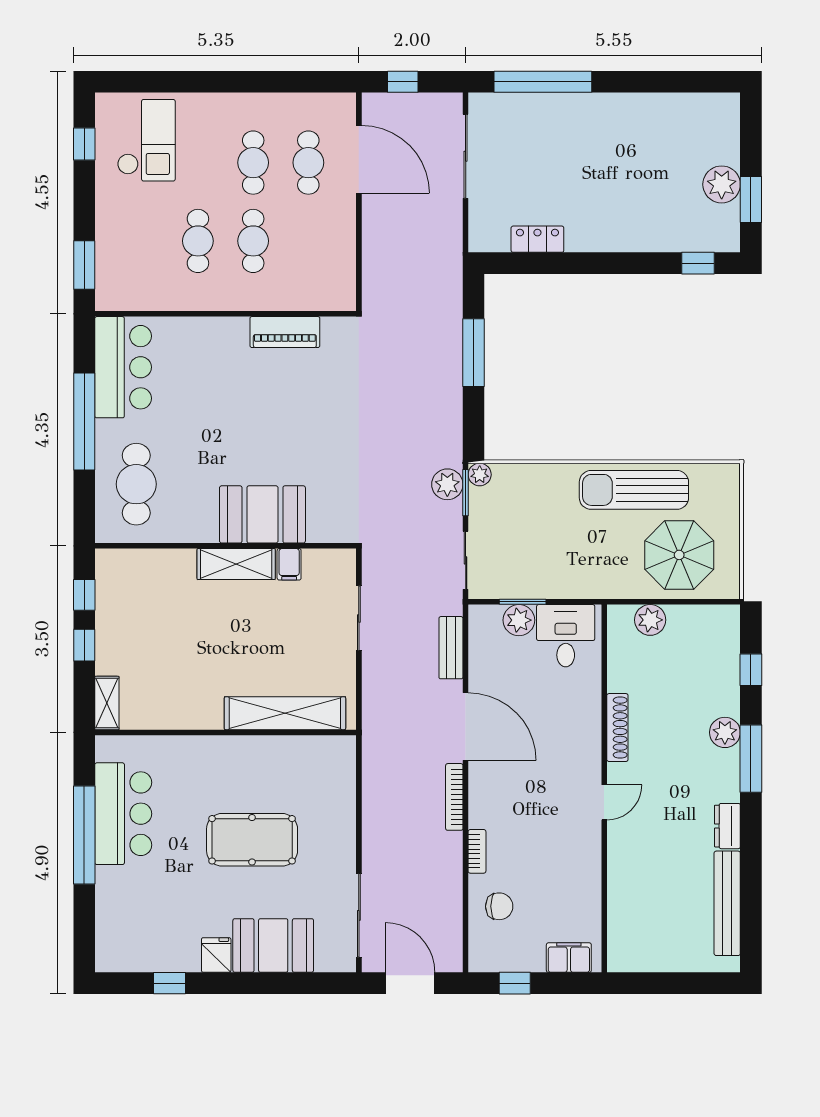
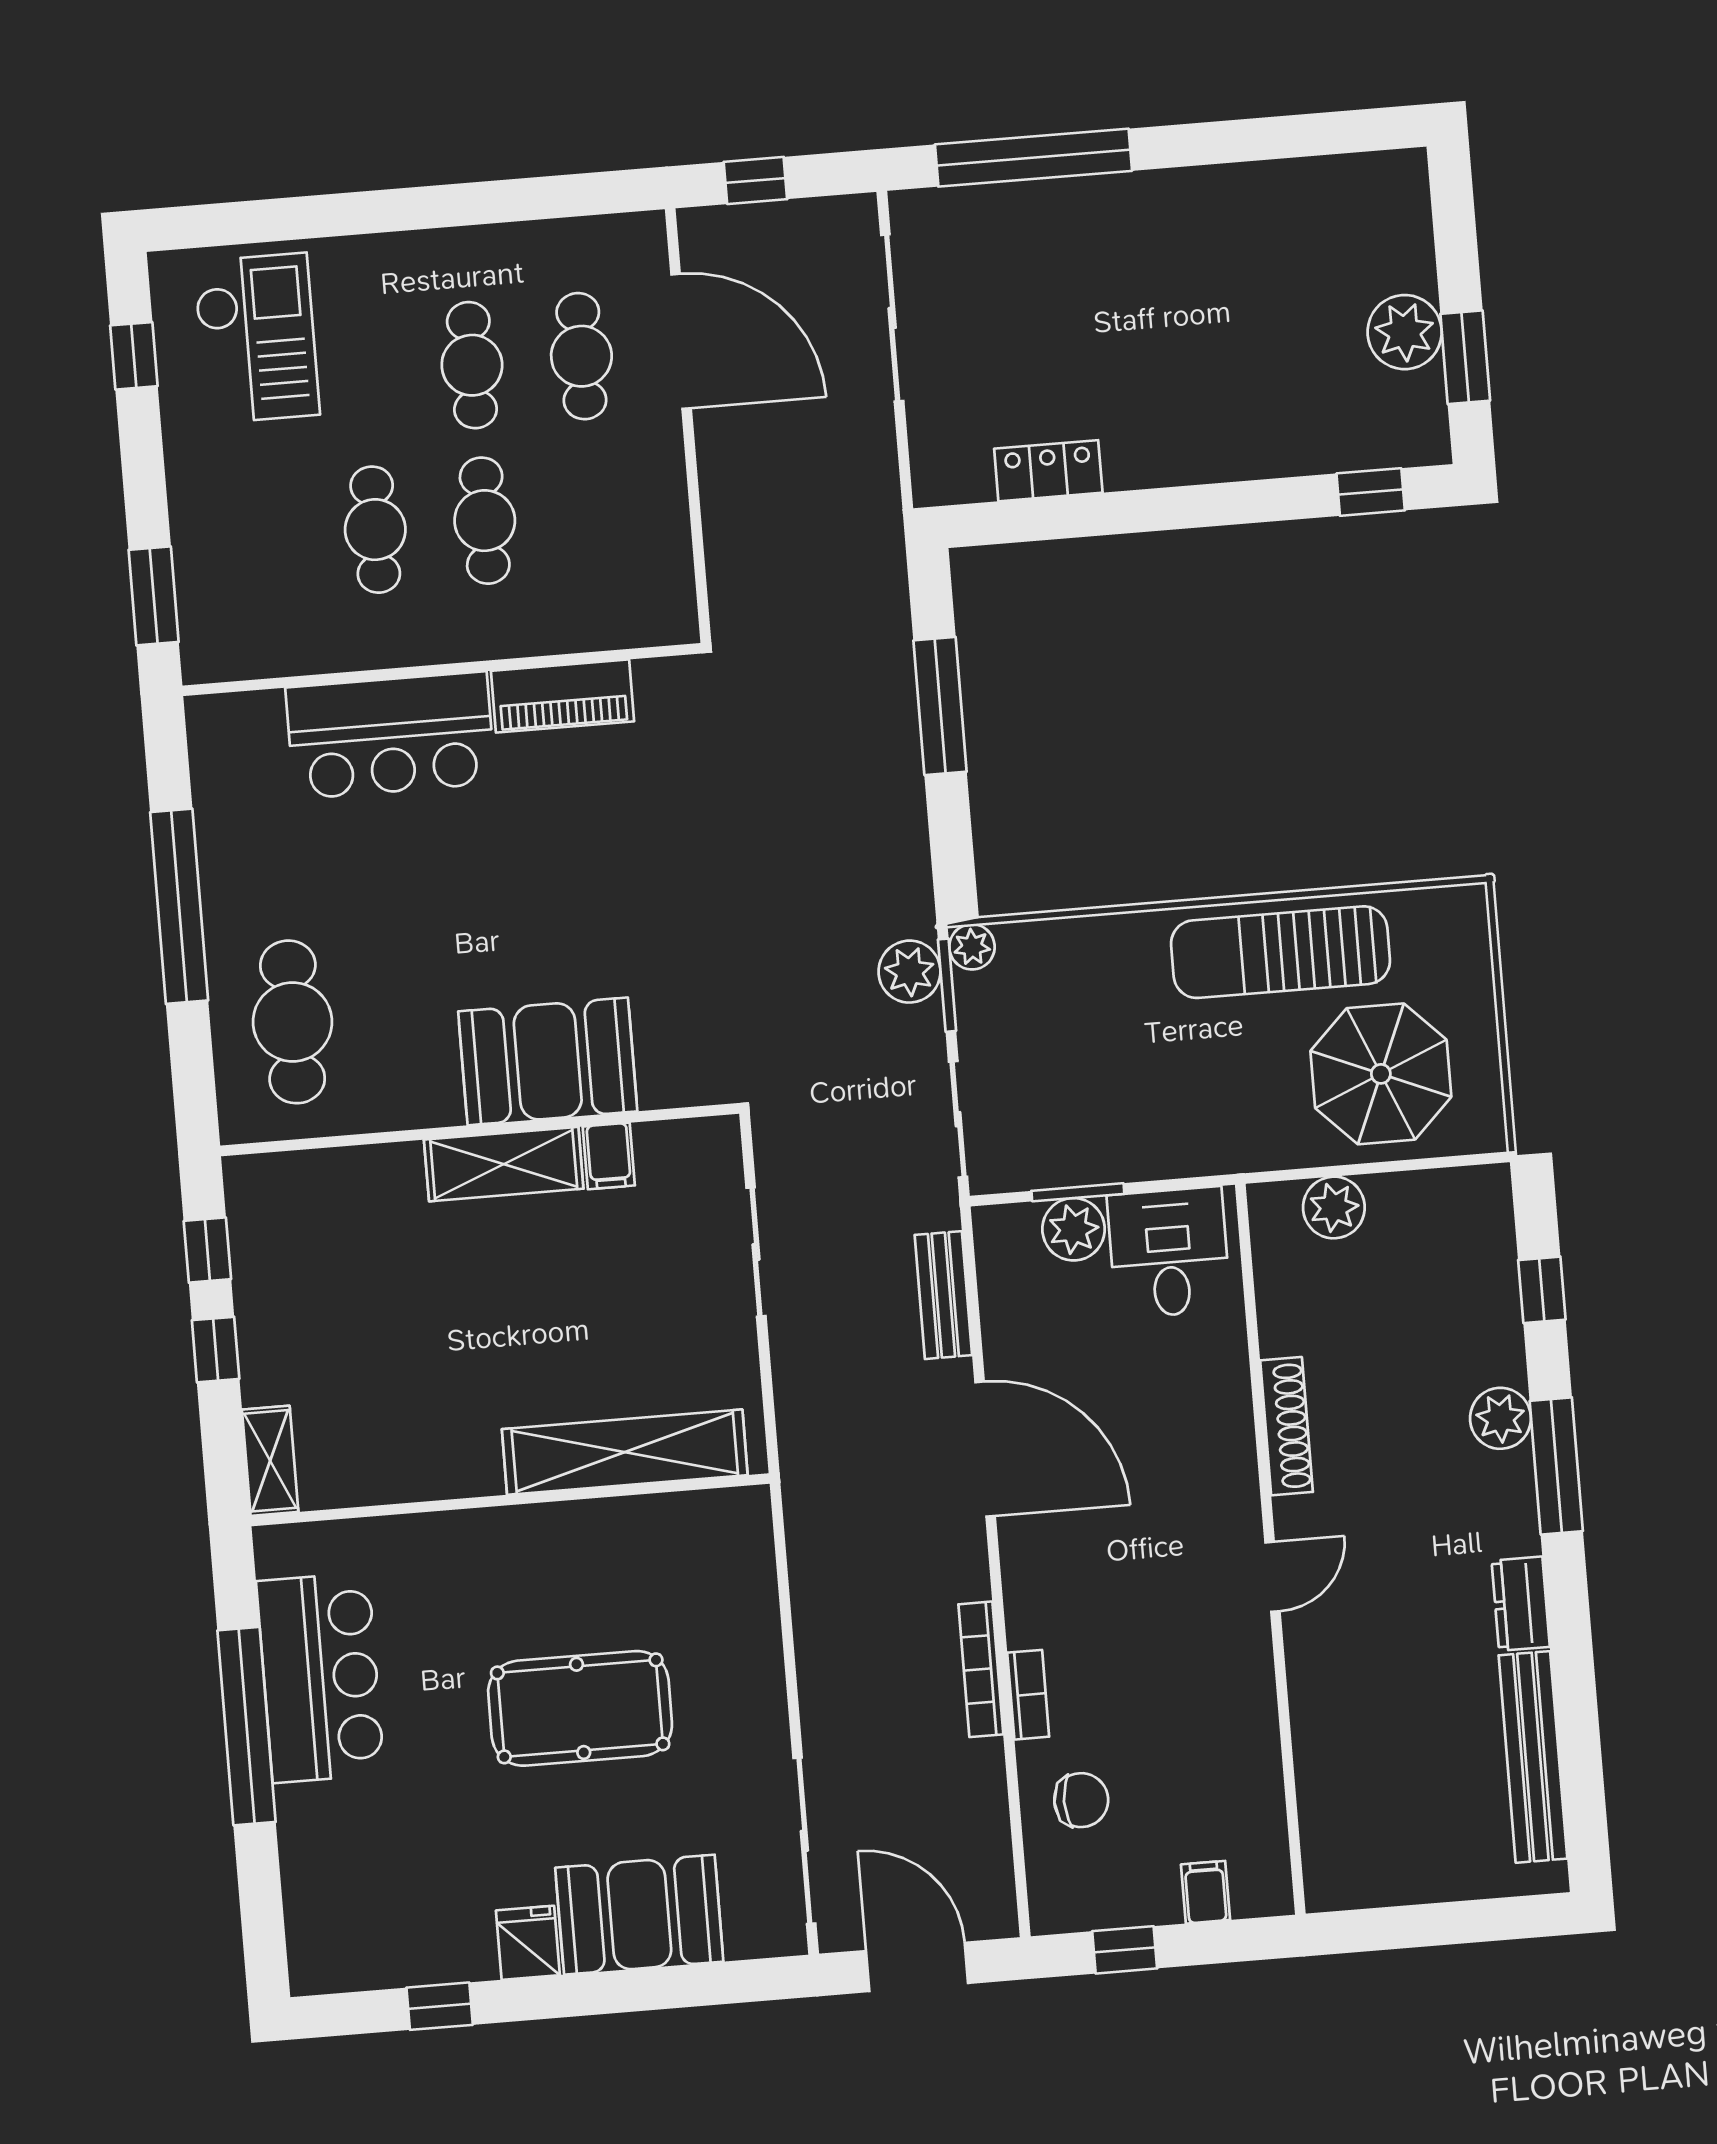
bar counter: (123, 367) -> (390, 735), moved, turned 90
bookcase: (454, 797) -> (981, 1669), moved
filing cabinet: (569, 958) -> (1206, 1892), width x0.50

